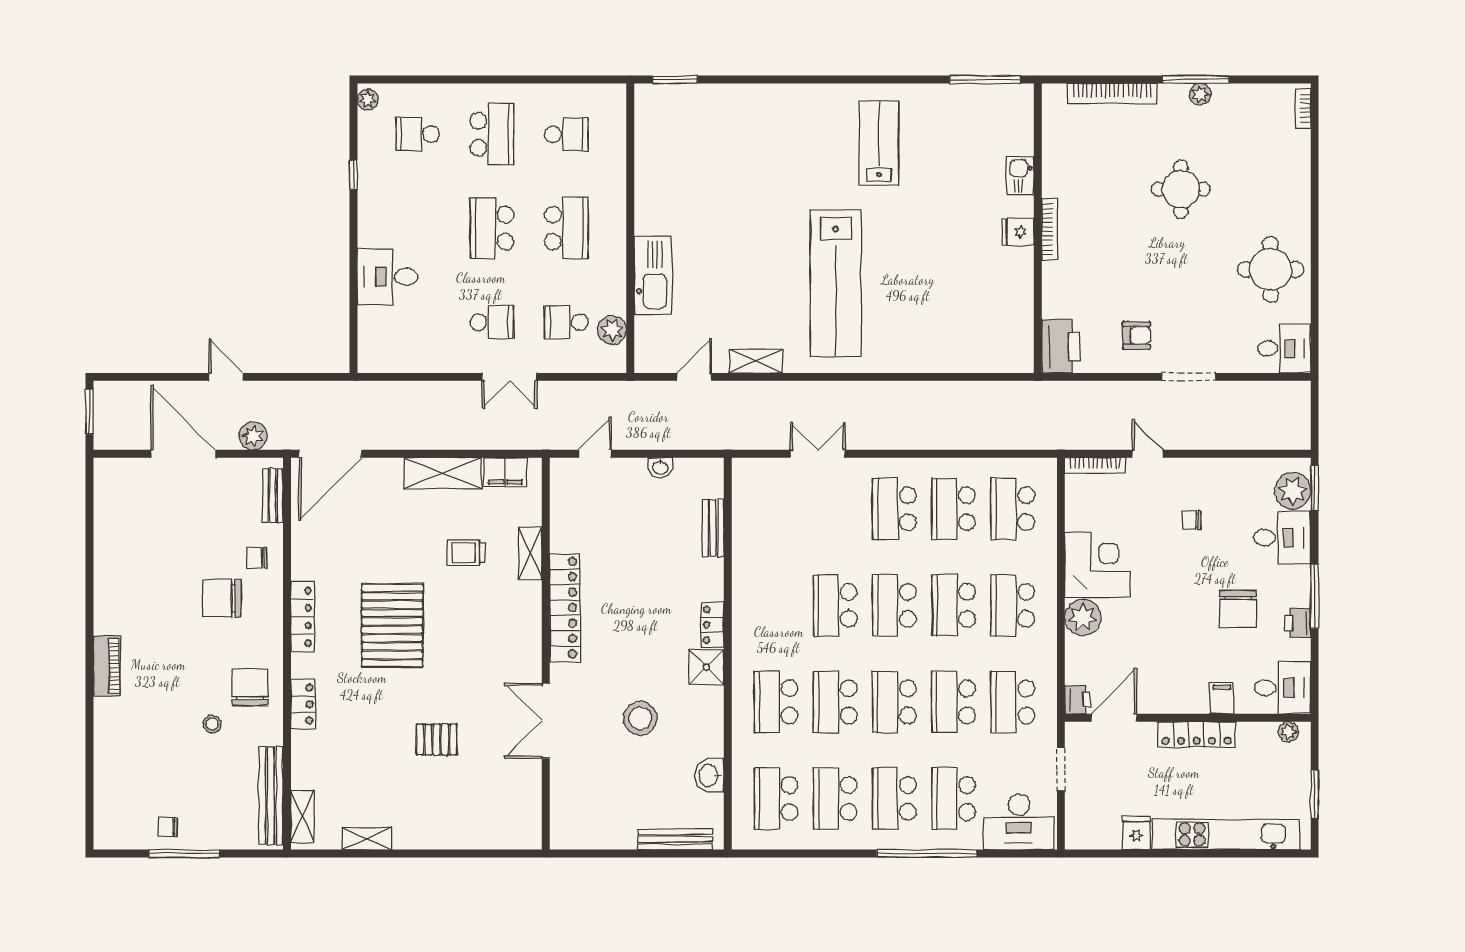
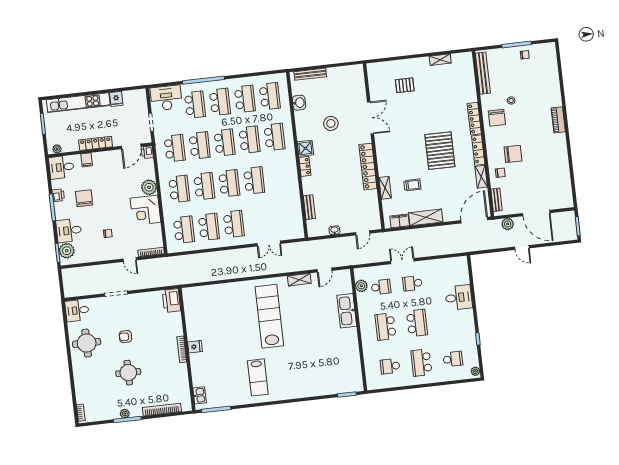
kitchen sink: (1020, 176) -> (200, 395), moved
armchair: (1136, 335) -> (126, 337), moved
locker: (303, 704) -> (474, 119), width x1.53
pallet: (437, 740) -> (405, 85), moved
shelving: (302, 817) -> (481, 177), moved

